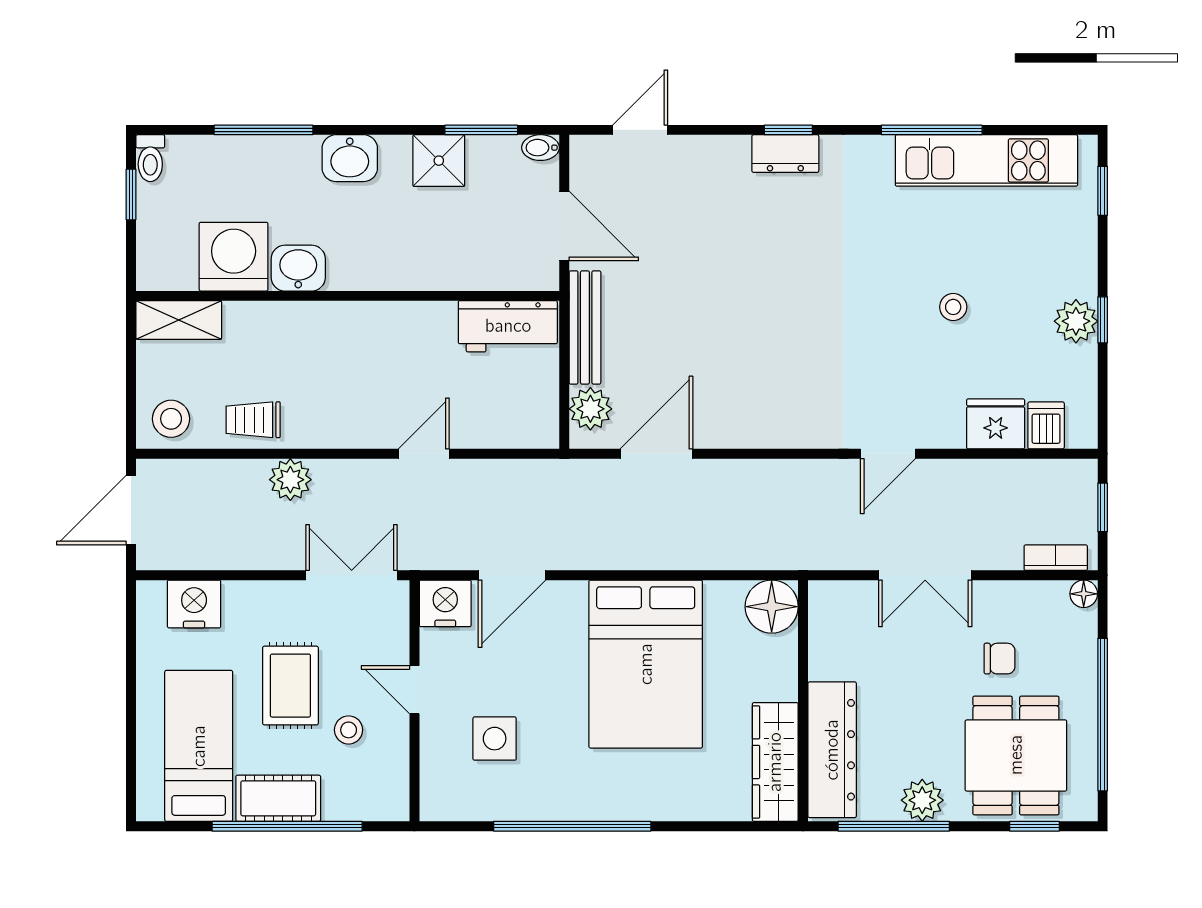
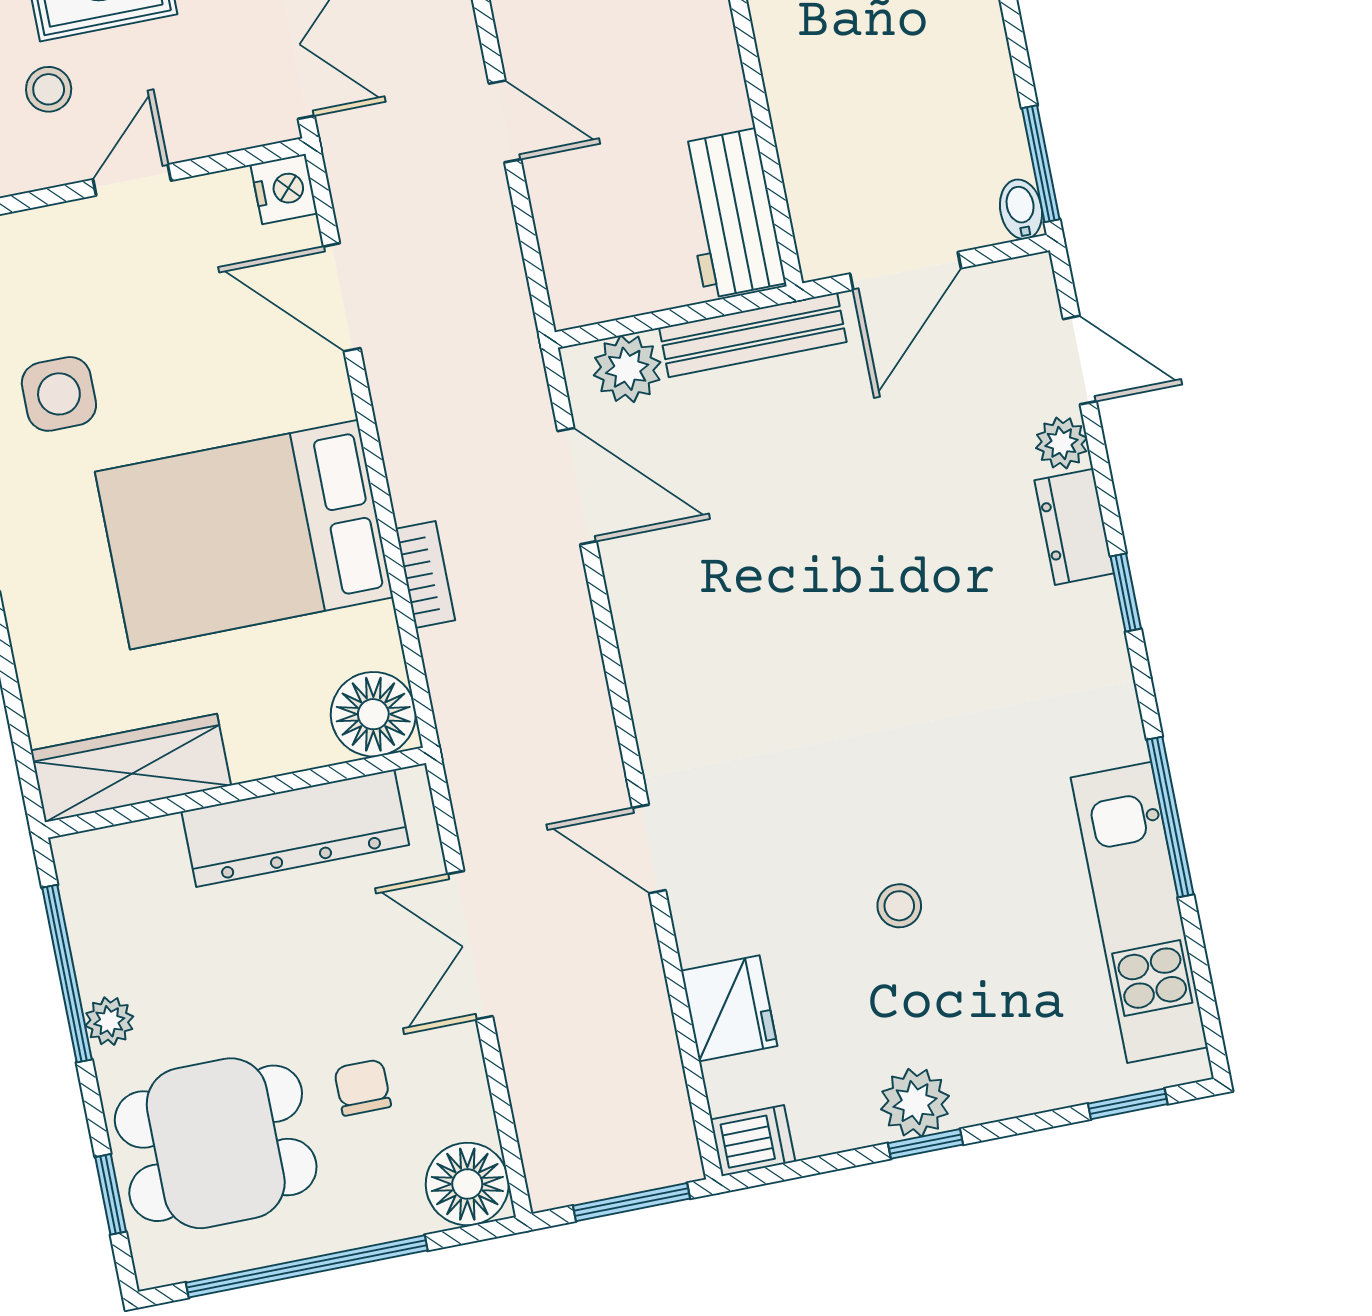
window: (481, 130) -> (1041, 164), moved
plant: (689, 151) -> (1062, 443), added
dresser: (785, 154) -> (1074, 527), moved
shower: (439, 161) -> (969, 54), removed
dishwasher: (1046, 425) -> (753, 1141), moved
window: (1103, 507) -> (632, 1202), width x1.50
bookcase: (1056, 558) -> (425, 574), moved
floor lamp: (1084, 594) -> (467, 1184), width x1.89, depth x1.89
nightstand: (445, 603) -> (284, 189), width x0.74, depth x0.75
chair: (999, 659) -> (363, 1087), turned 180
side table: (495, 739) -> (59, 394), moved
dresser: (832, 750) -> (295, 828), moved
plant: (922, 800) -> (109, 1021), width x0.73, depth x0.73

